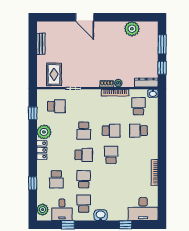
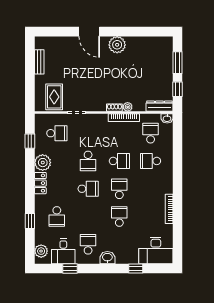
plant: (132, 29) -> (117, 45), moved
school desk: (84, 179) -> (119, 217), moved

